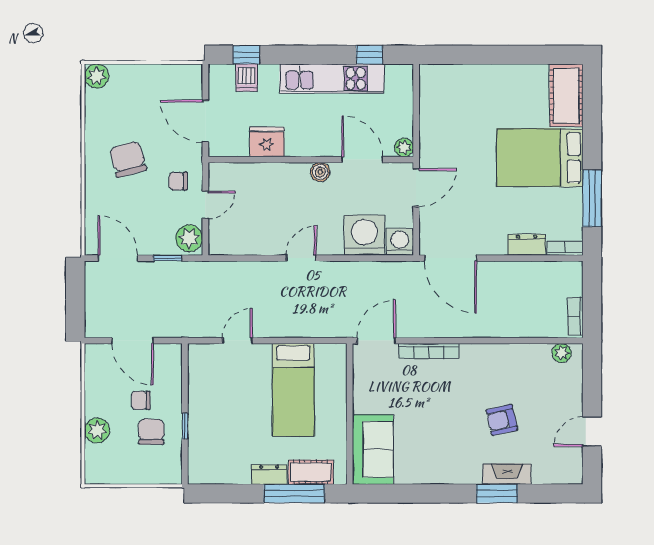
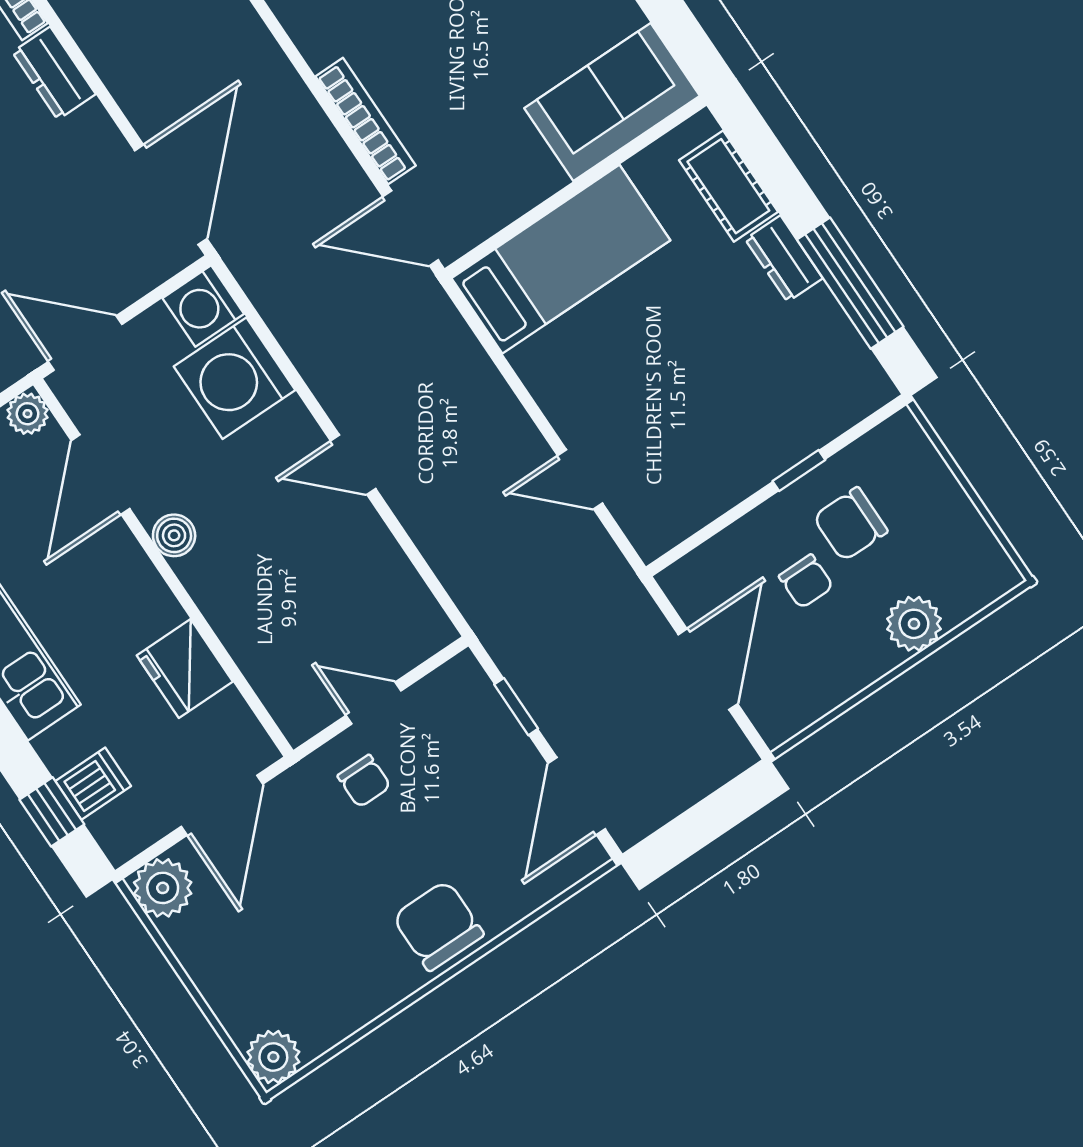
chair: (128, 159) -> (438, 926), moved, turned 105
plant: (189, 238) -> (163, 888), moved
bed: (293, 390) -> (561, 259), moved
window: (294, 494) -> (850, 283), moved

